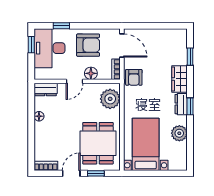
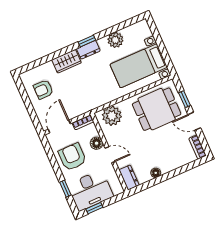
window: (190, 57) -> (42, 61), removed
armchair: (134, 77) -> (43, 90), moved, turned 180

